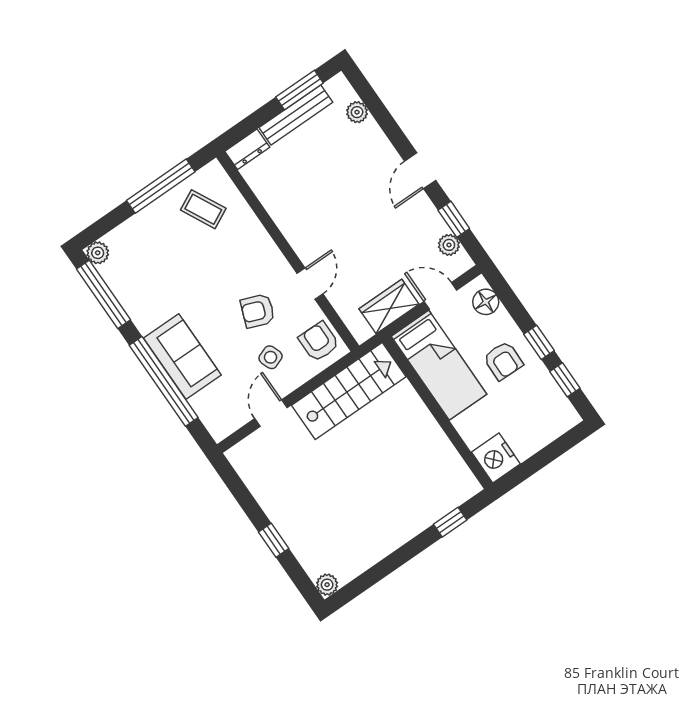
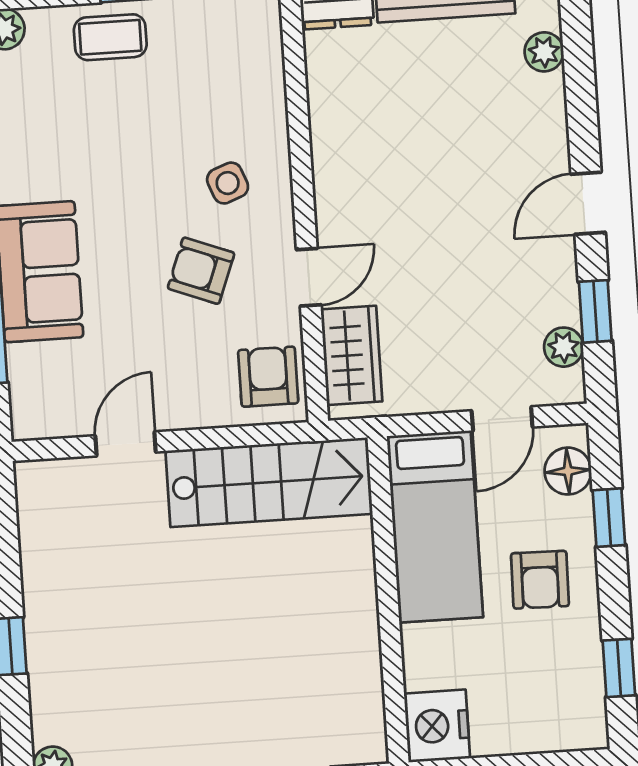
coffee table: (203, 209) -> (110, 37), moved, turned -63
door: (440, 296) -> (502, 419), swing flipped
wardrobe: (389, 307) -> (351, 355), moved, turned 90
window: (539, 342) -> (609, 518), moved
side table: (271, 357) -> (228, 183), moved

